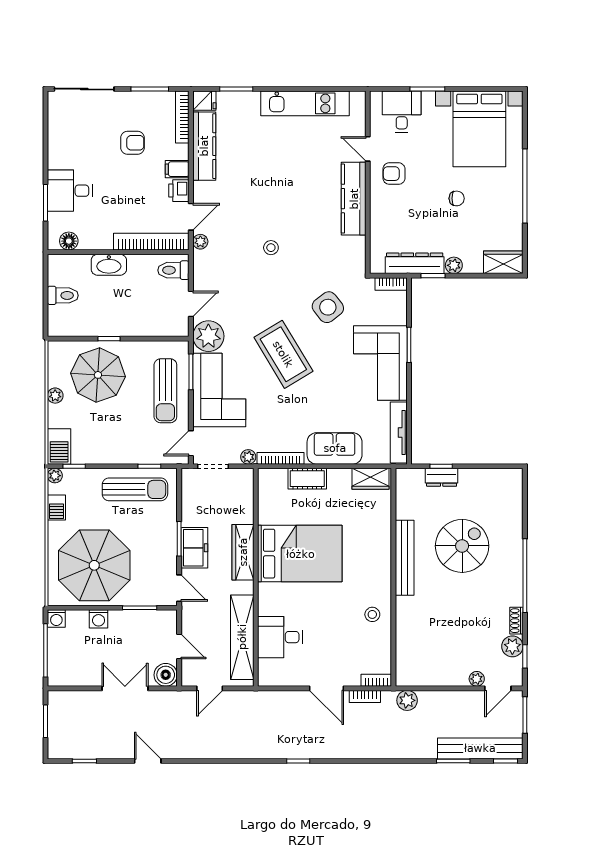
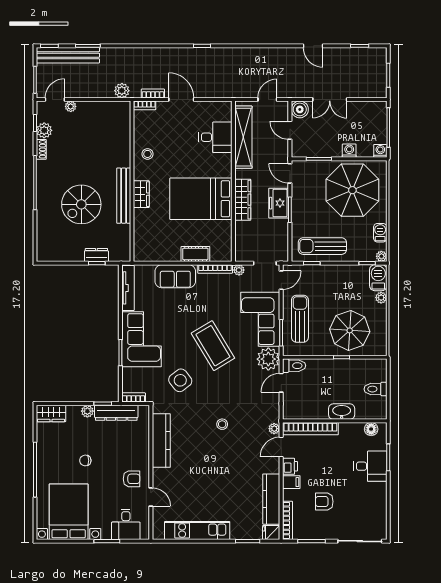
kitchen counter: (354, 199) -> (161, 441), moved
toilet: (173, 270) -> (294, 366), moved
plant: (55, 396) -> (381, 298), moved
wardrobe: (370, 479) -> (141, 194), moved, turned 90

